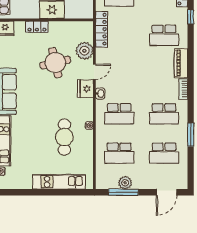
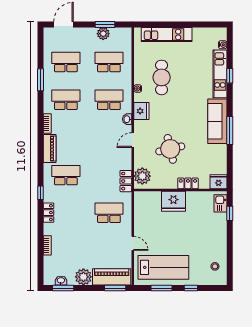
locker: (102, 29) -> (126, 181), width x0.66
plant: (84, 51) -> (142, 176), moved
fridge: (85, 89) -> (141, 111), moved
window: (123, 192) -> (105, 24), width x0.69

